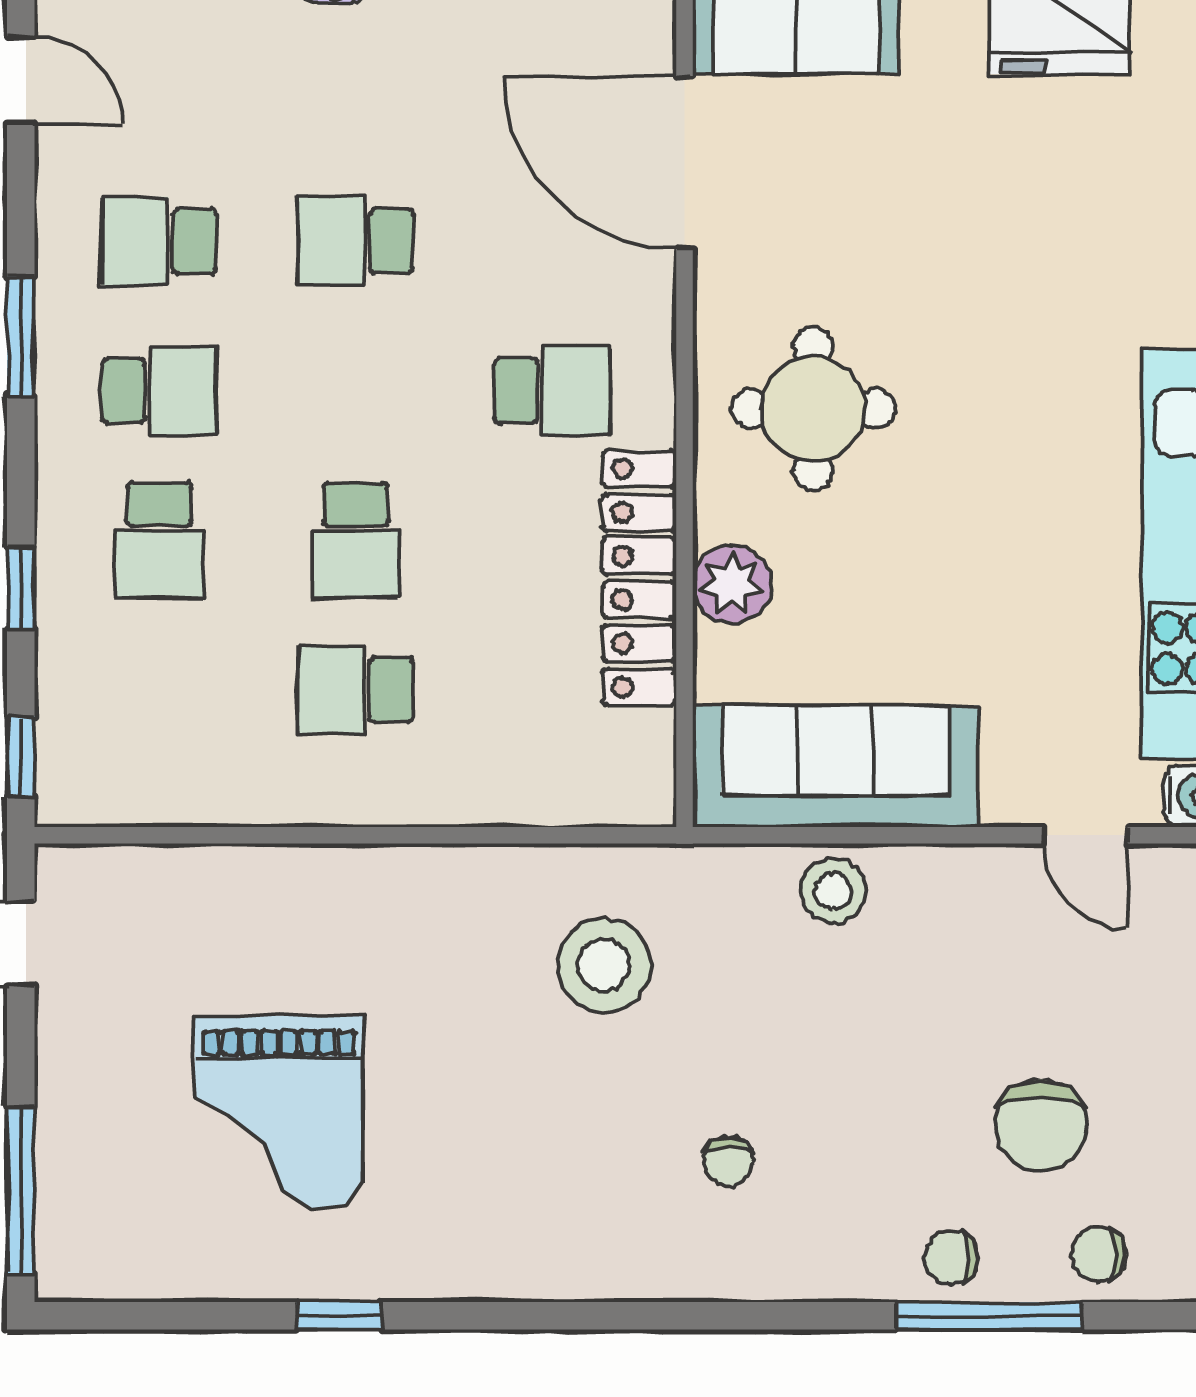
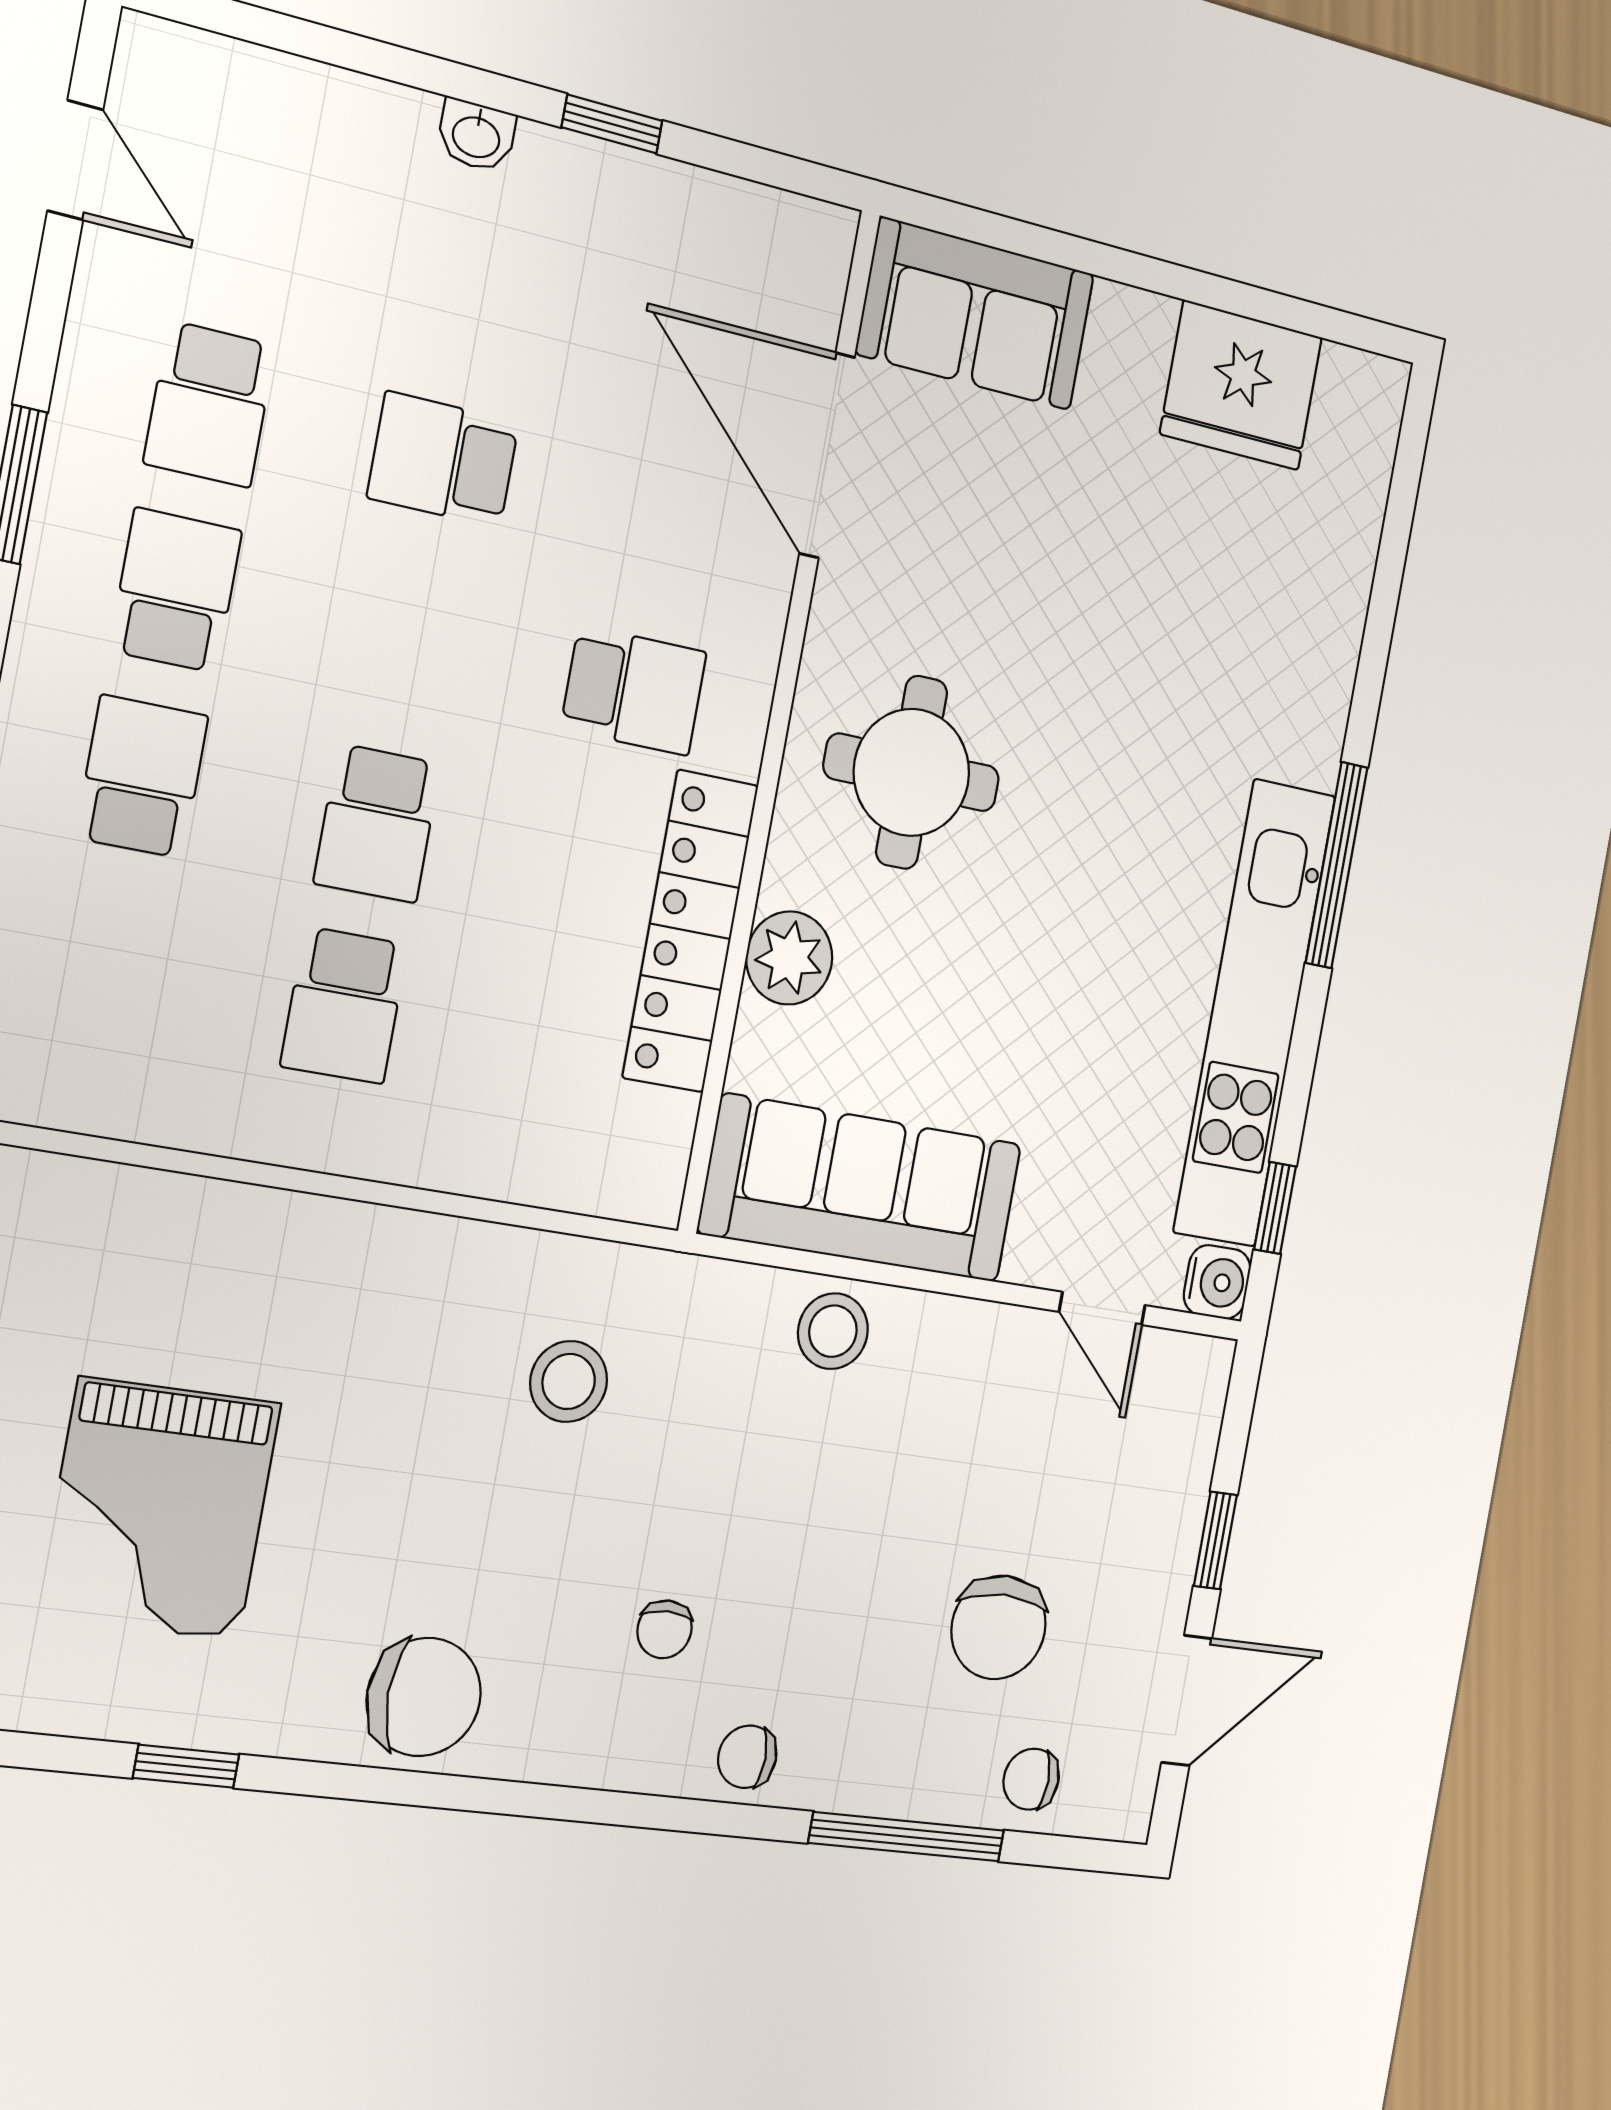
school desk: (159, 241) -> (210, 404), turned -90
school desk: (159, 391) -> (176, 590), turned -90
school desk: (159, 540) -> (142, 777), turned 180
school desk: (355, 690) -> (344, 1005), turned -90
stool: (604, 965) -> (569, 1381), width x0.73, depth x0.73
chair: (528, 1240) -> (424, 1697), added
chair: (951, 1258) -> (747, 1757), moved

